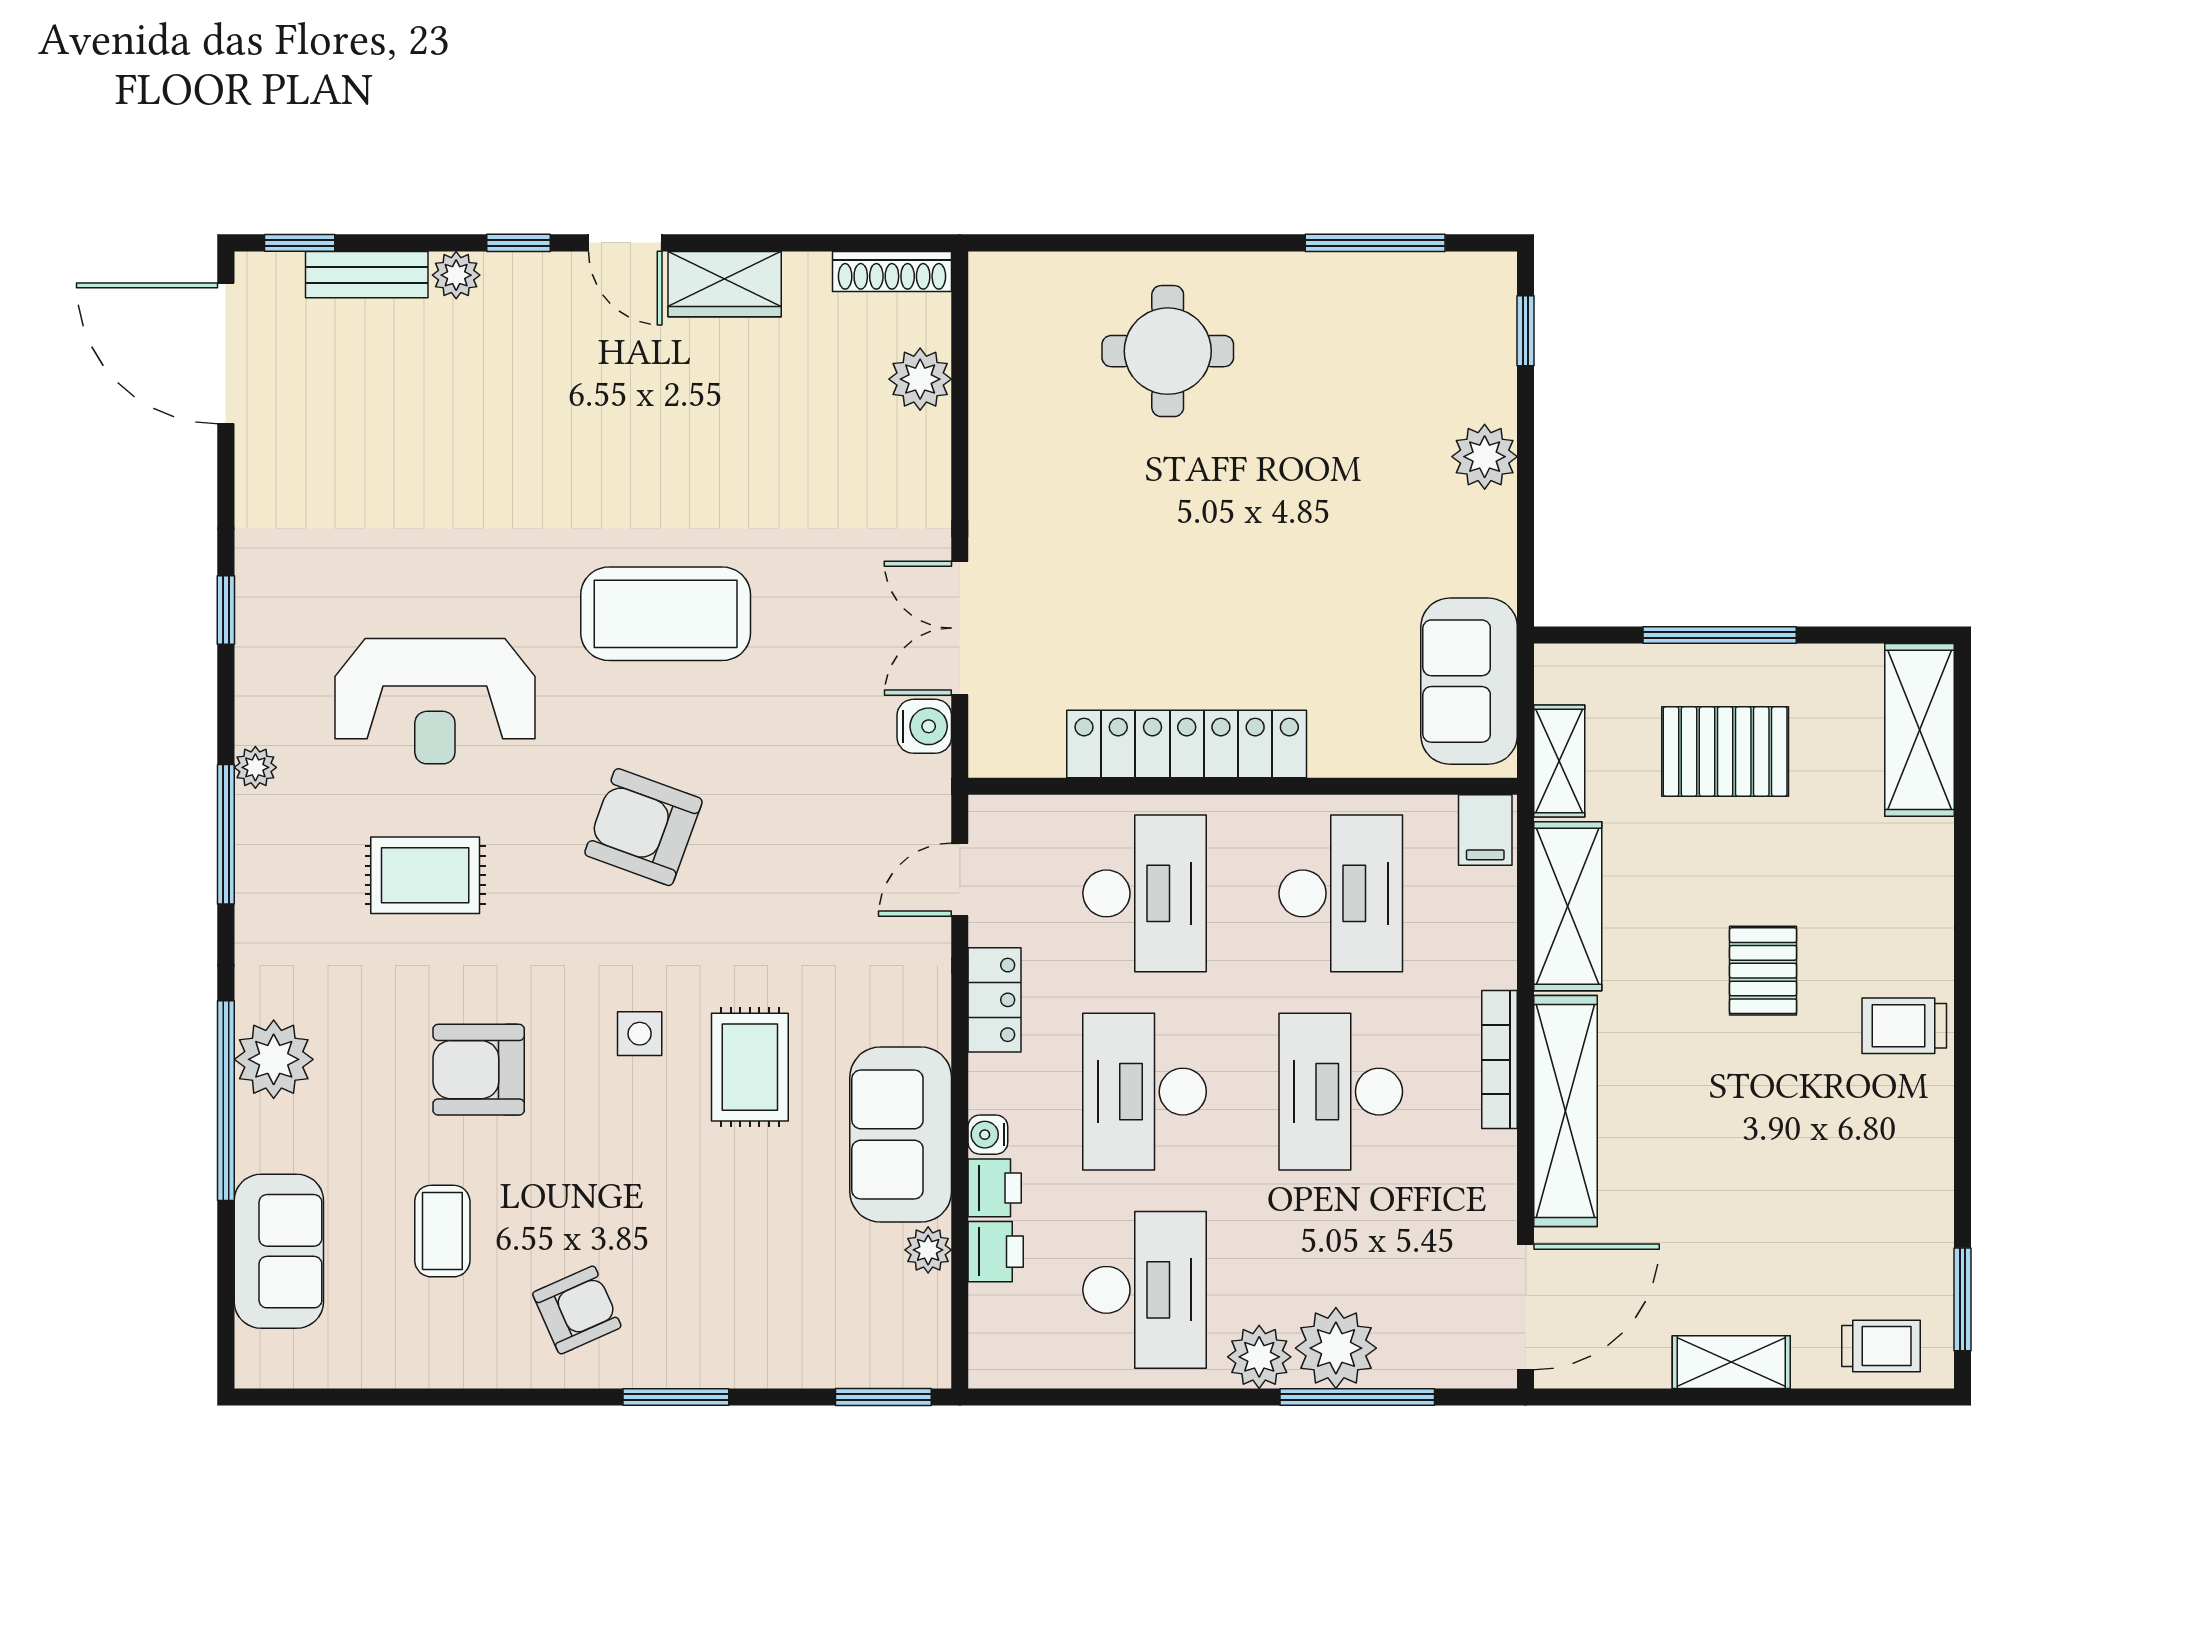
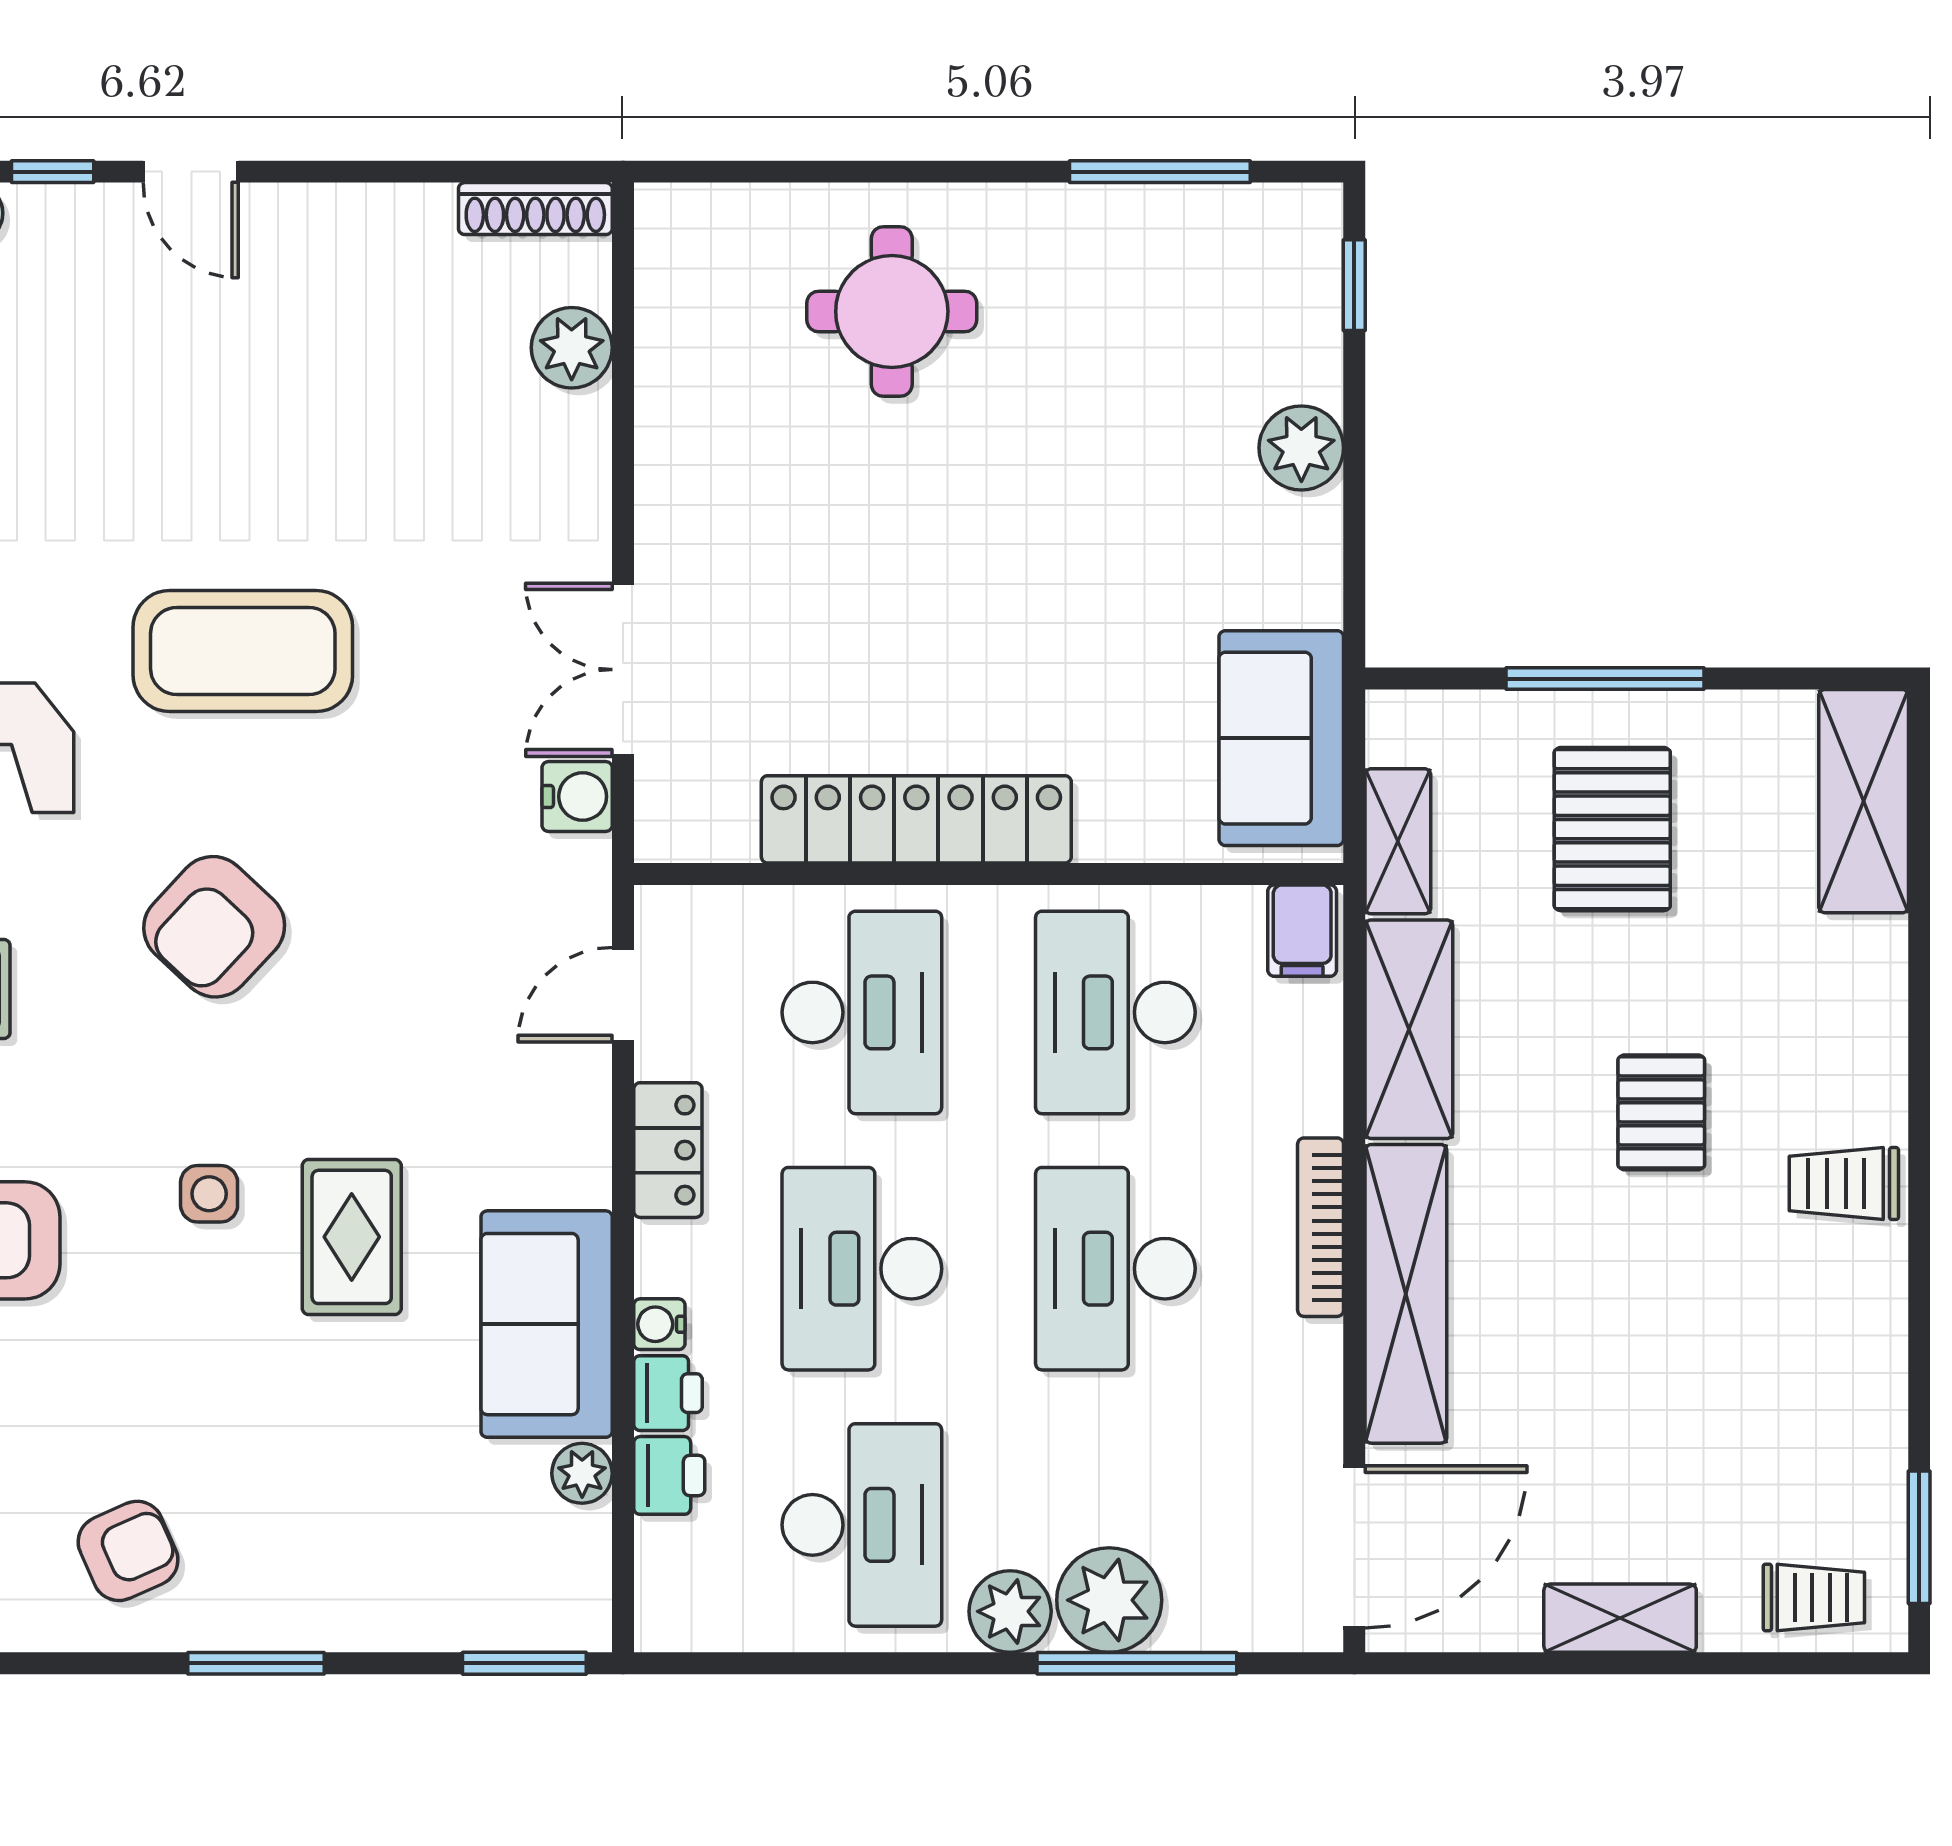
wardrobe: (725, 284) -> (319, 225), removed
pallet: (1725, 752) -> (1612, 829), turned 90
armchair: (643, 827) -> (214, 927), turned -67
desk: (1341, 893) -> (1115, 1012), turned 180

